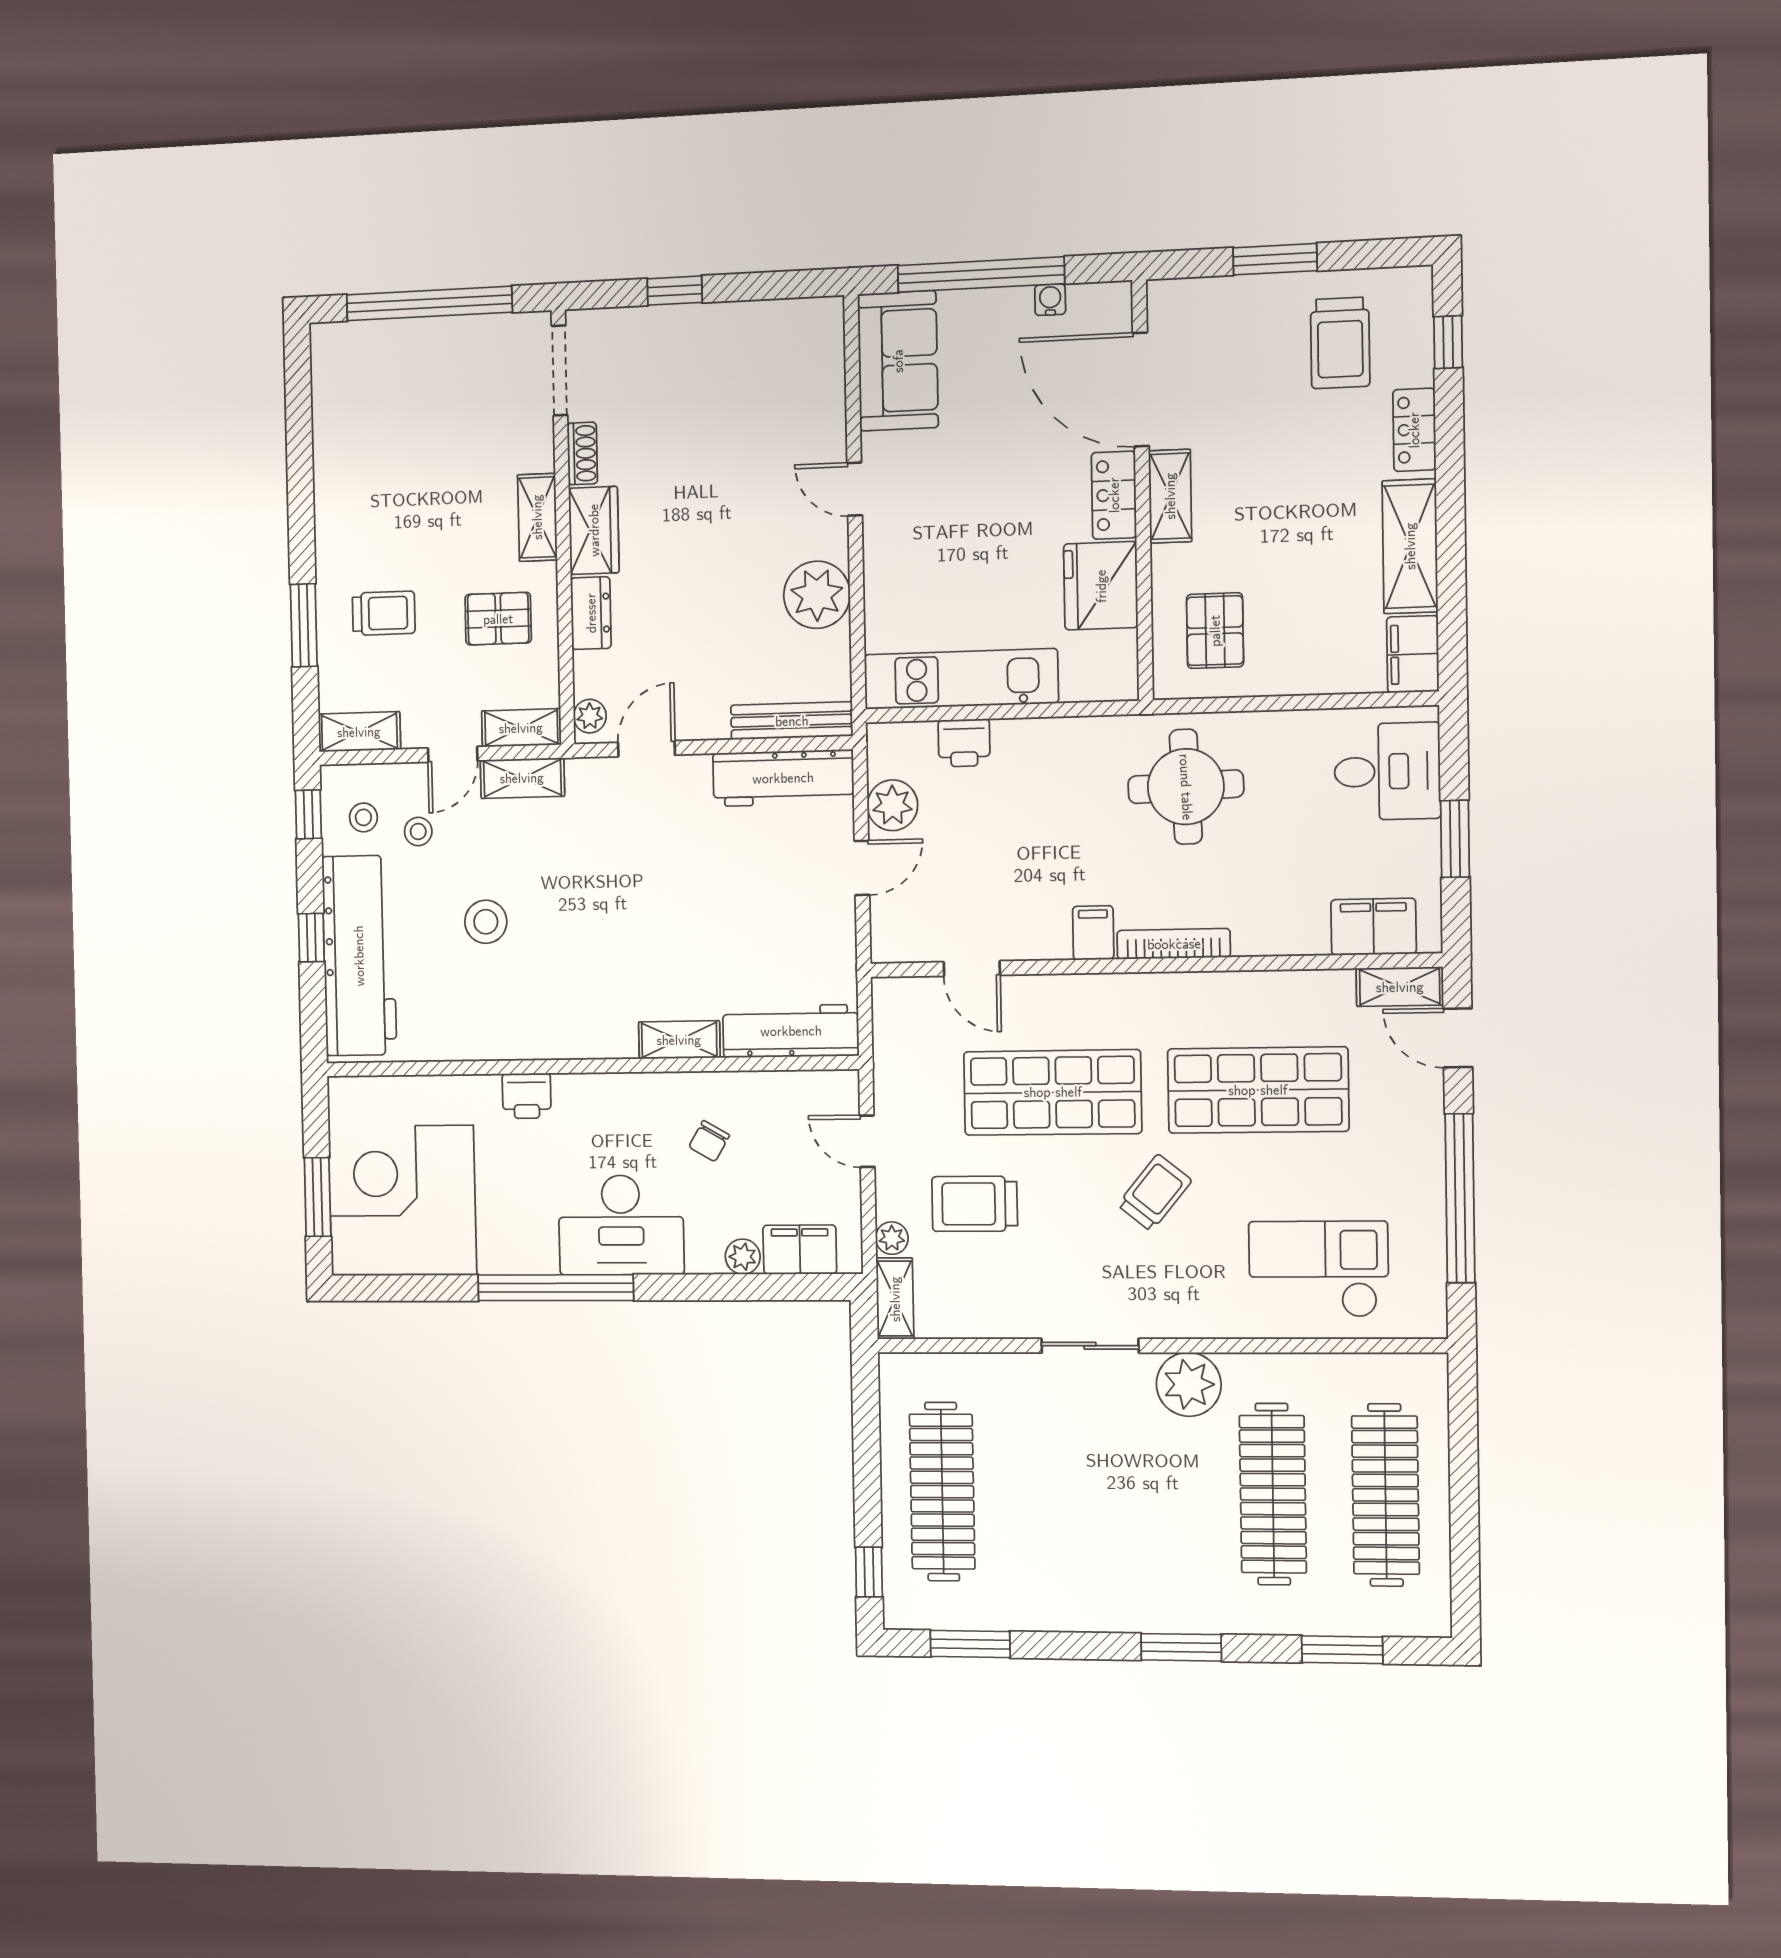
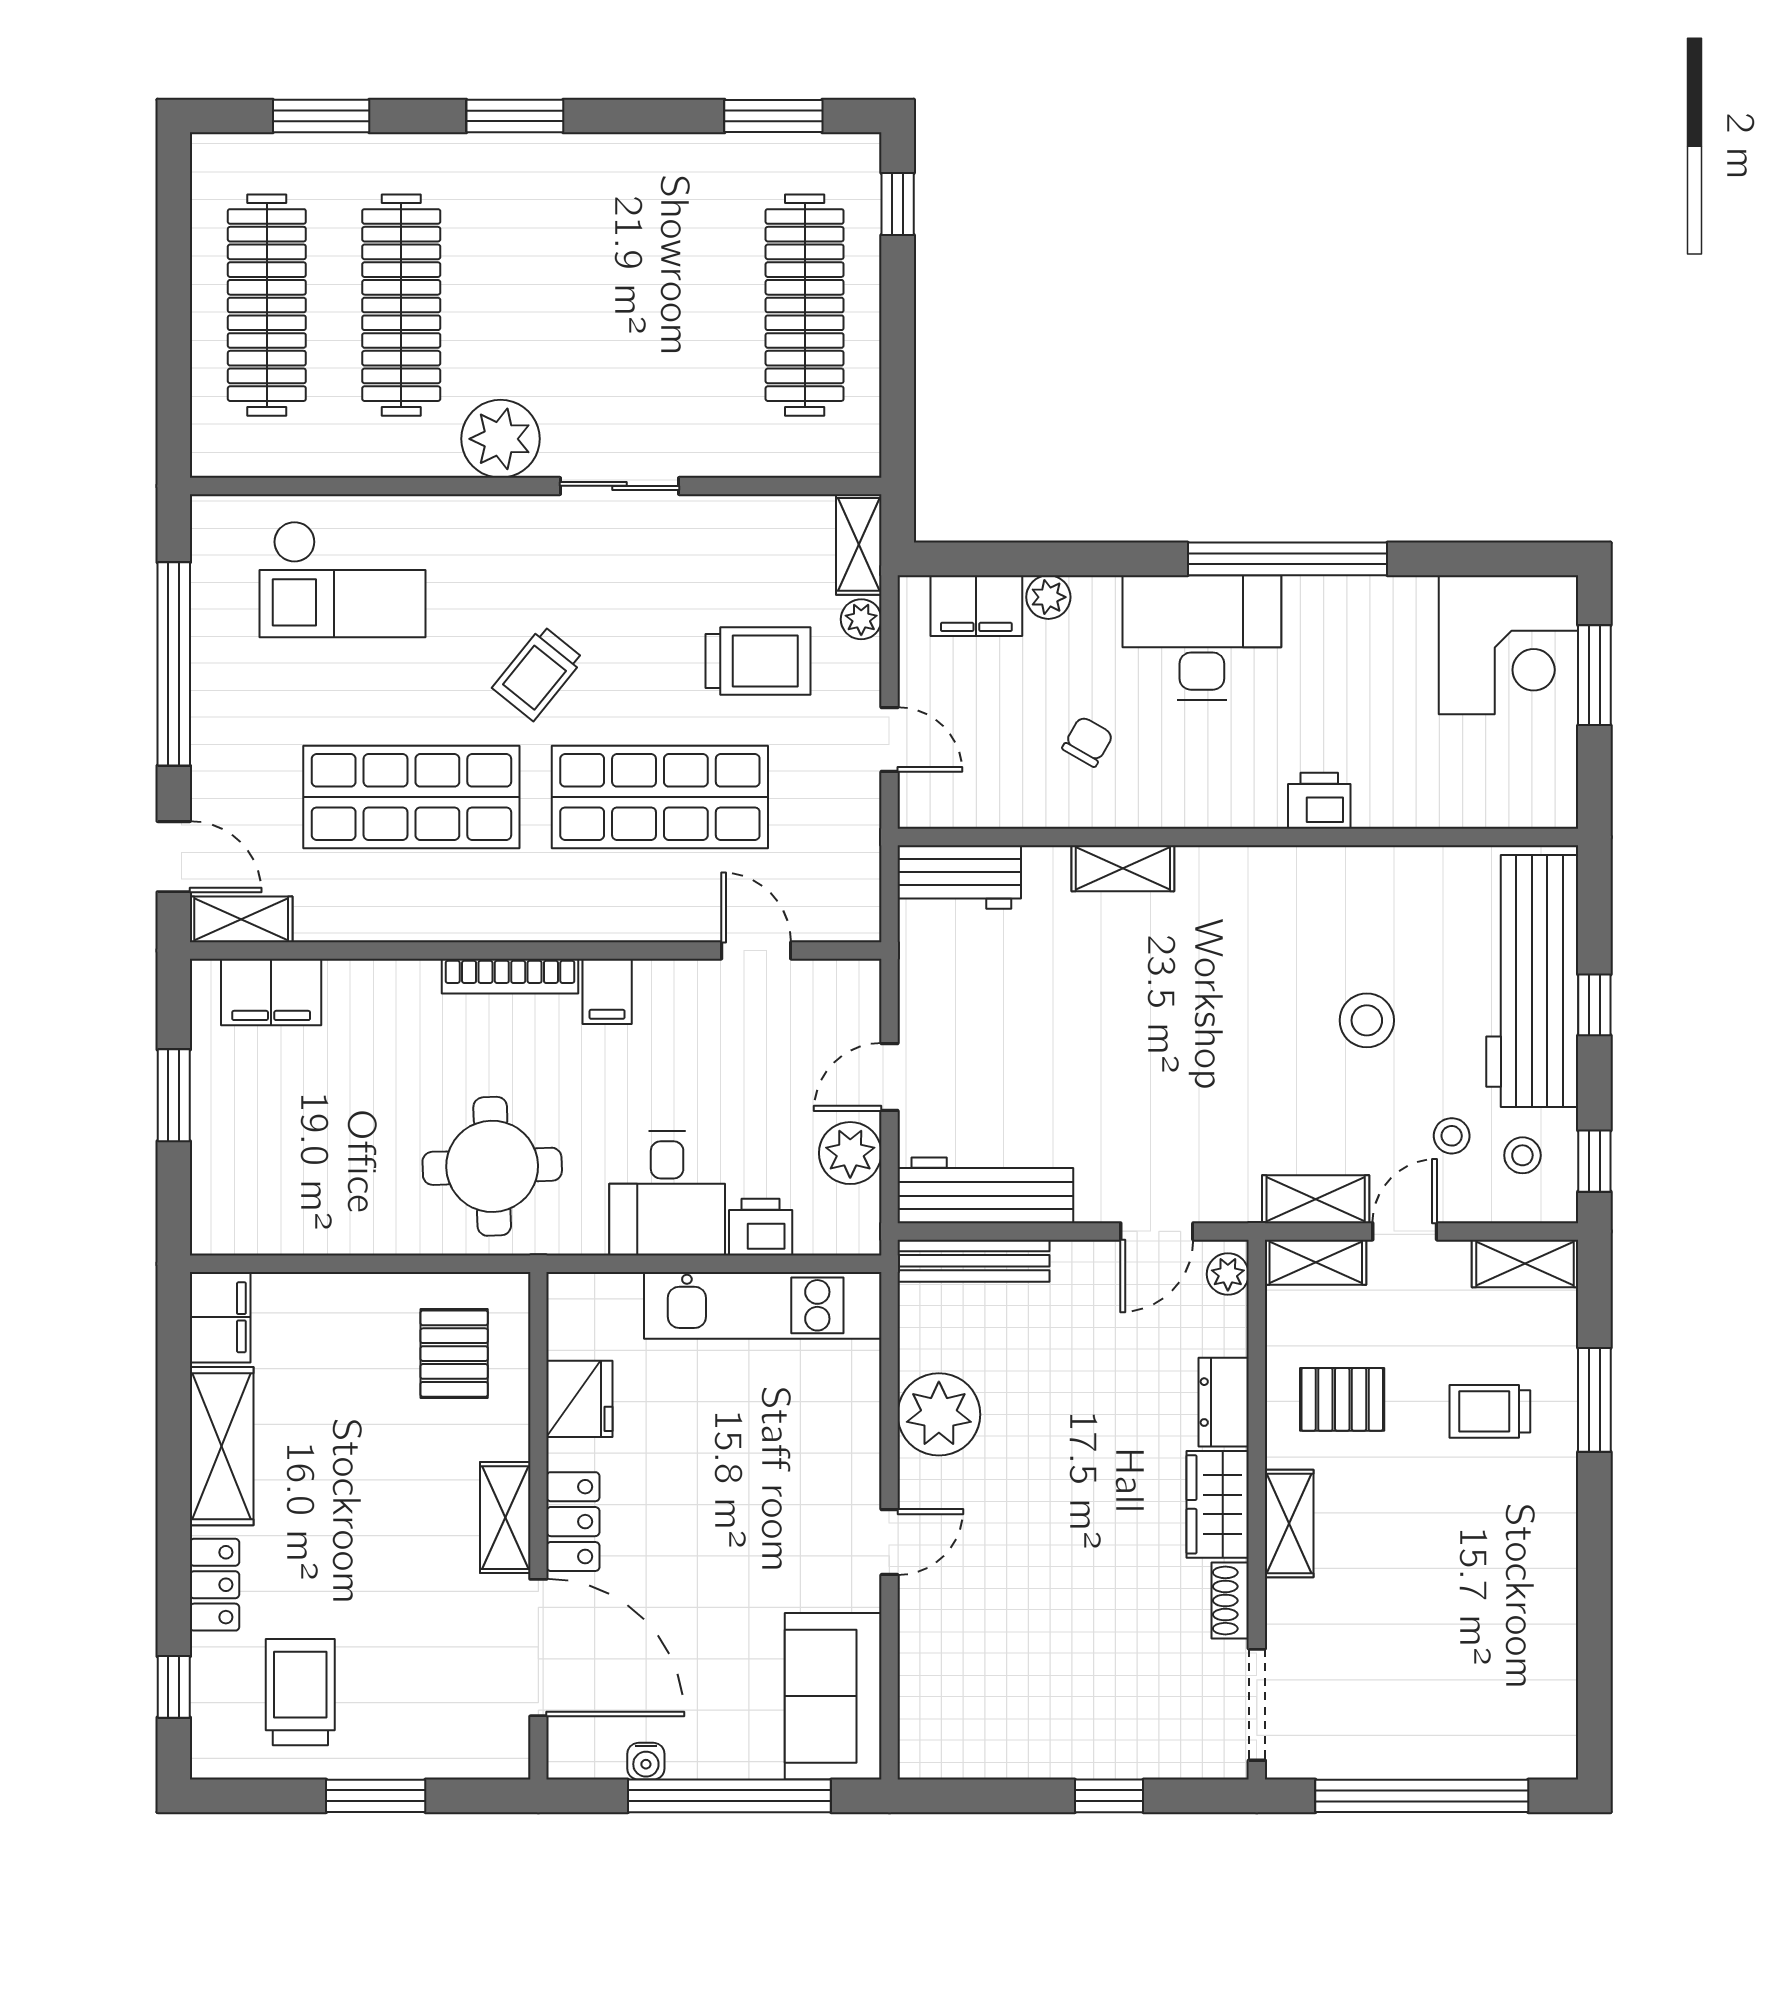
door: (855, 489) -> (889, 1542), hinge flipped
fridge: (1101, 586) -> (579, 1399), width x0.73, depth x0.75
desk: (1387, 771) -> (667, 1193), moved, turned -90
workbench: (791, 1031) -> (959, 877), width x0.73
corner desk: (402, 1201) -> (1509, 645), width x0.74, depth x0.74

